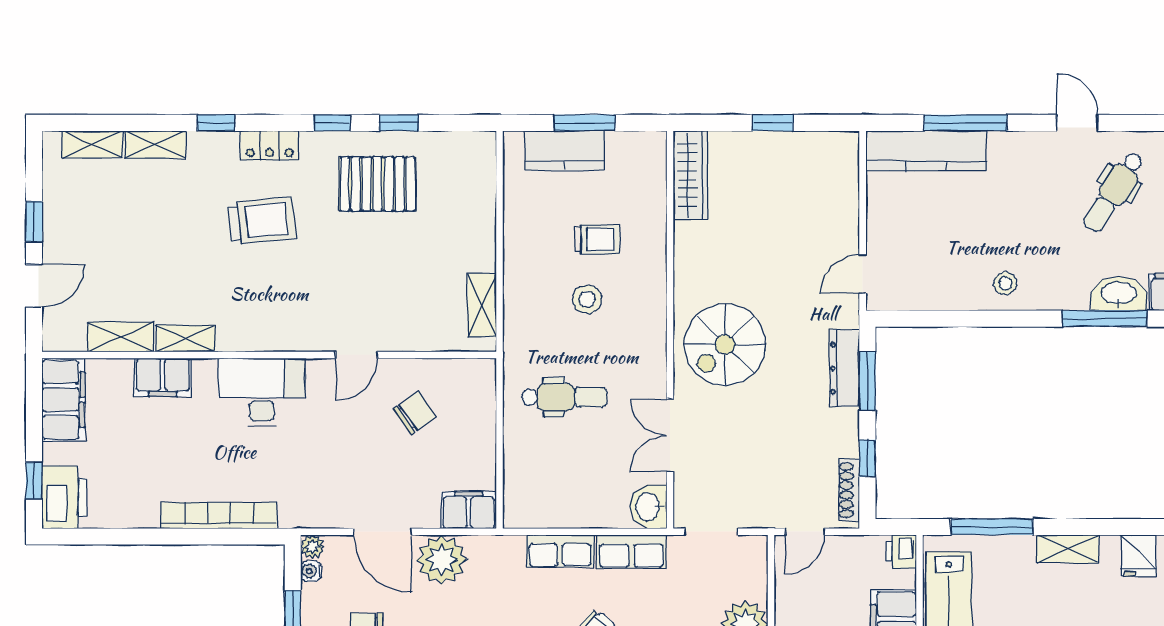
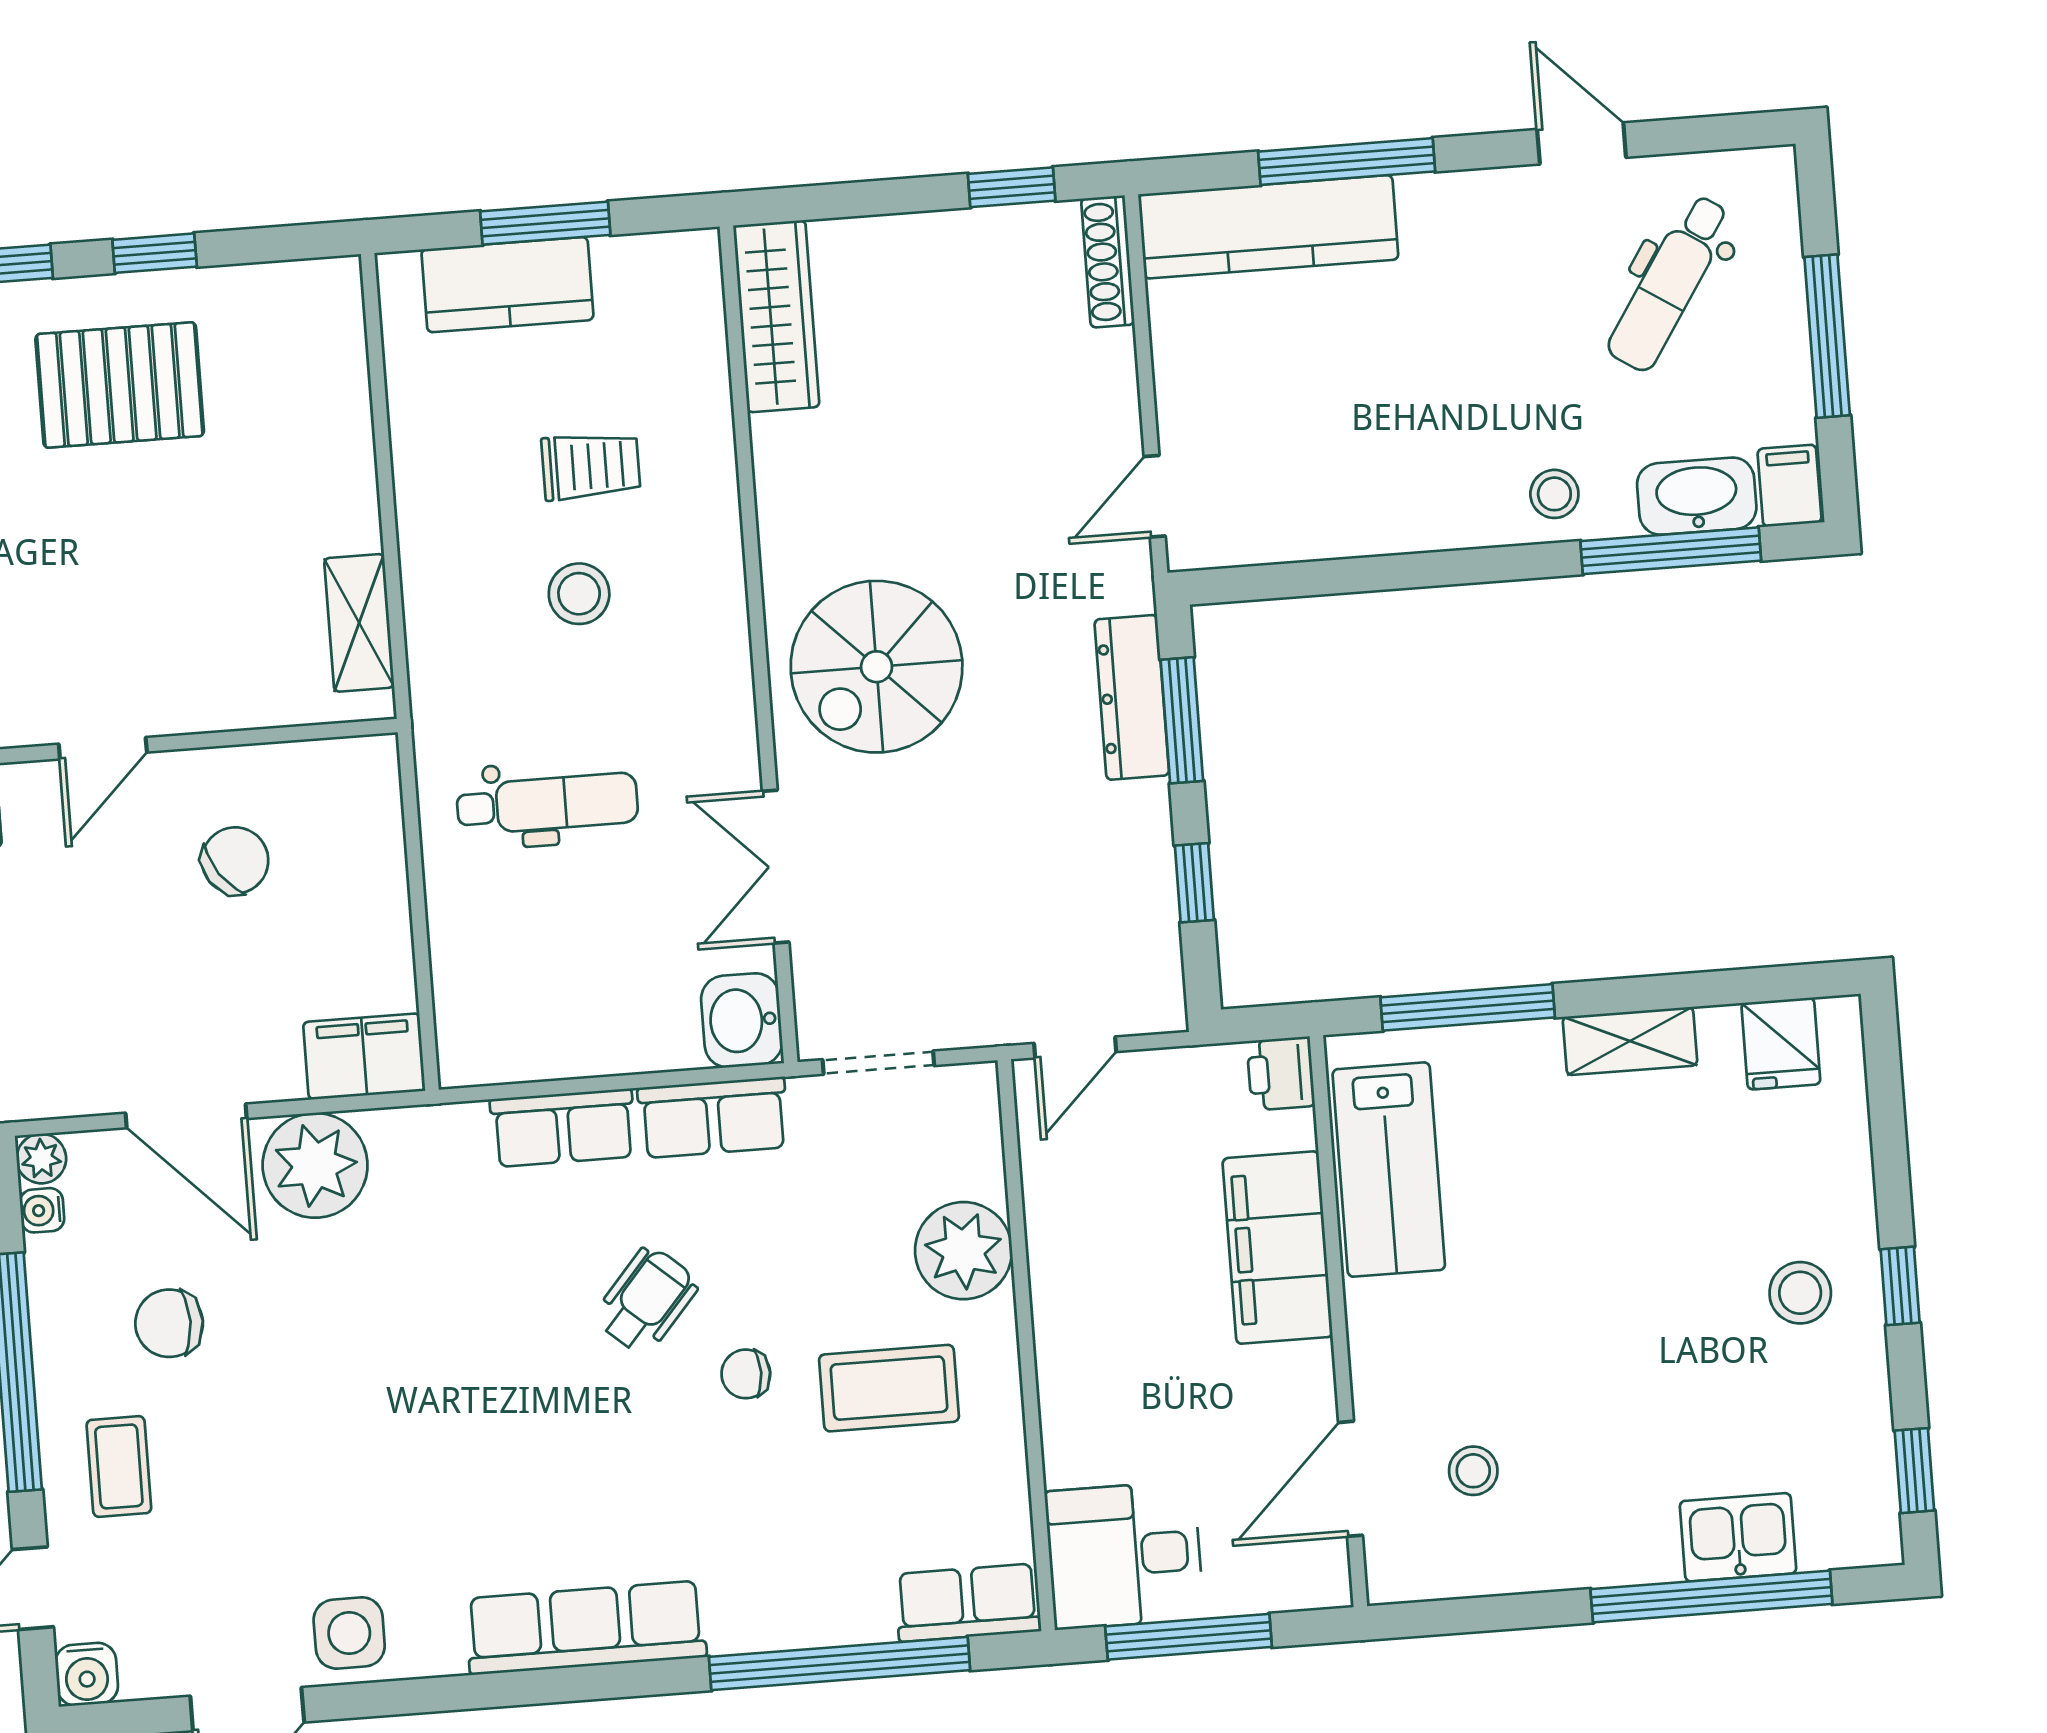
window: (773, 123) -> (1012, 187), moved
stool: (1005, 283) -> (1554, 494), moved
shoe rack: (849, 490) -> (1108, 262), moved

